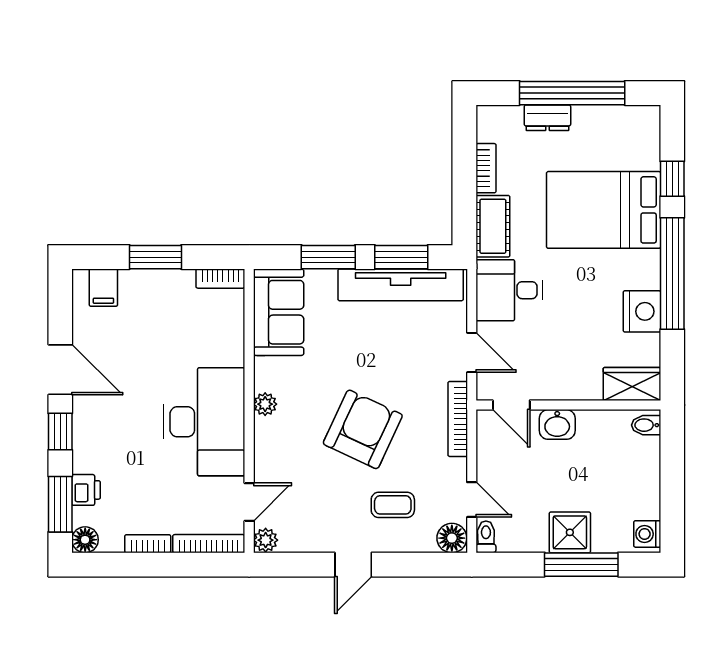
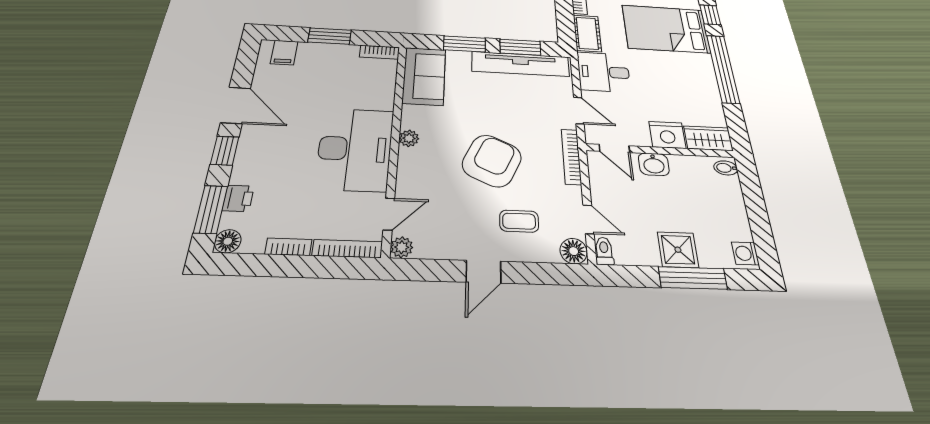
nightstand: (642, 311) -> (667, 135), moved, turned 90

